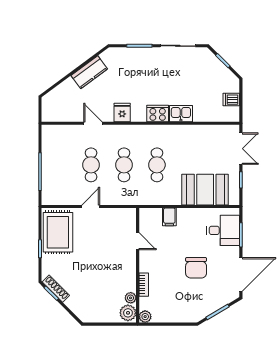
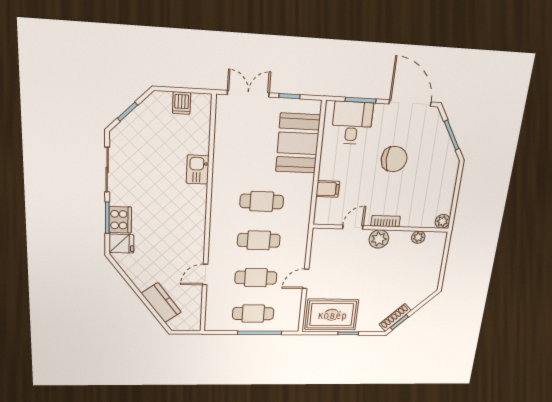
kitchen counter: (89, 72) -> (161, 303), moved
fridge: (122, 112) -> (121, 244), moved, turned 180
cooker: (158, 113) -> (120, 220), moved, turned 180
cafe table: (58, 165) -> (253, 314), added
door: (91, 206) -> (306, 279), hinge flipped
bookcase: (144, 285) -> (385, 221), moved
plant: (128, 313) -> (379, 239), moved

